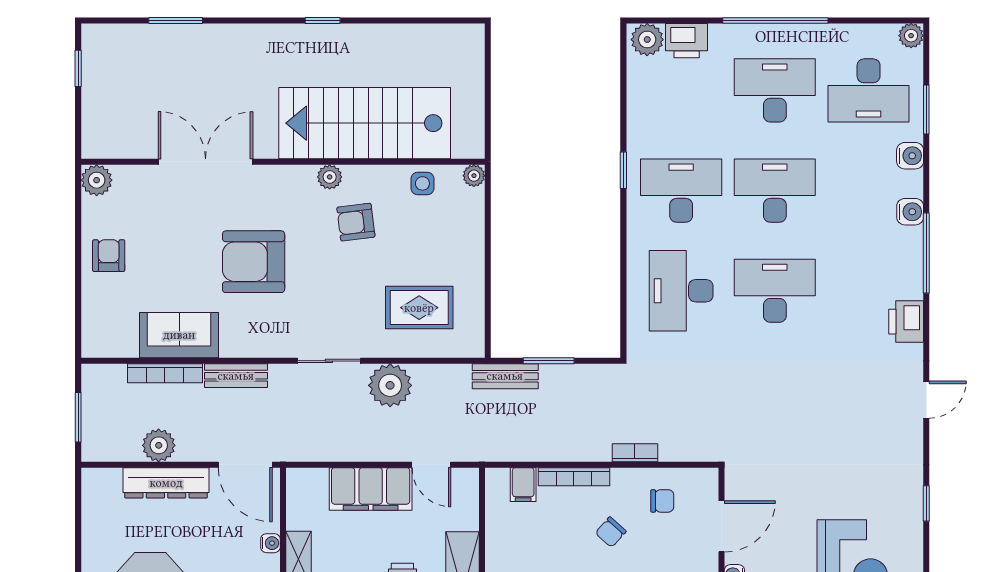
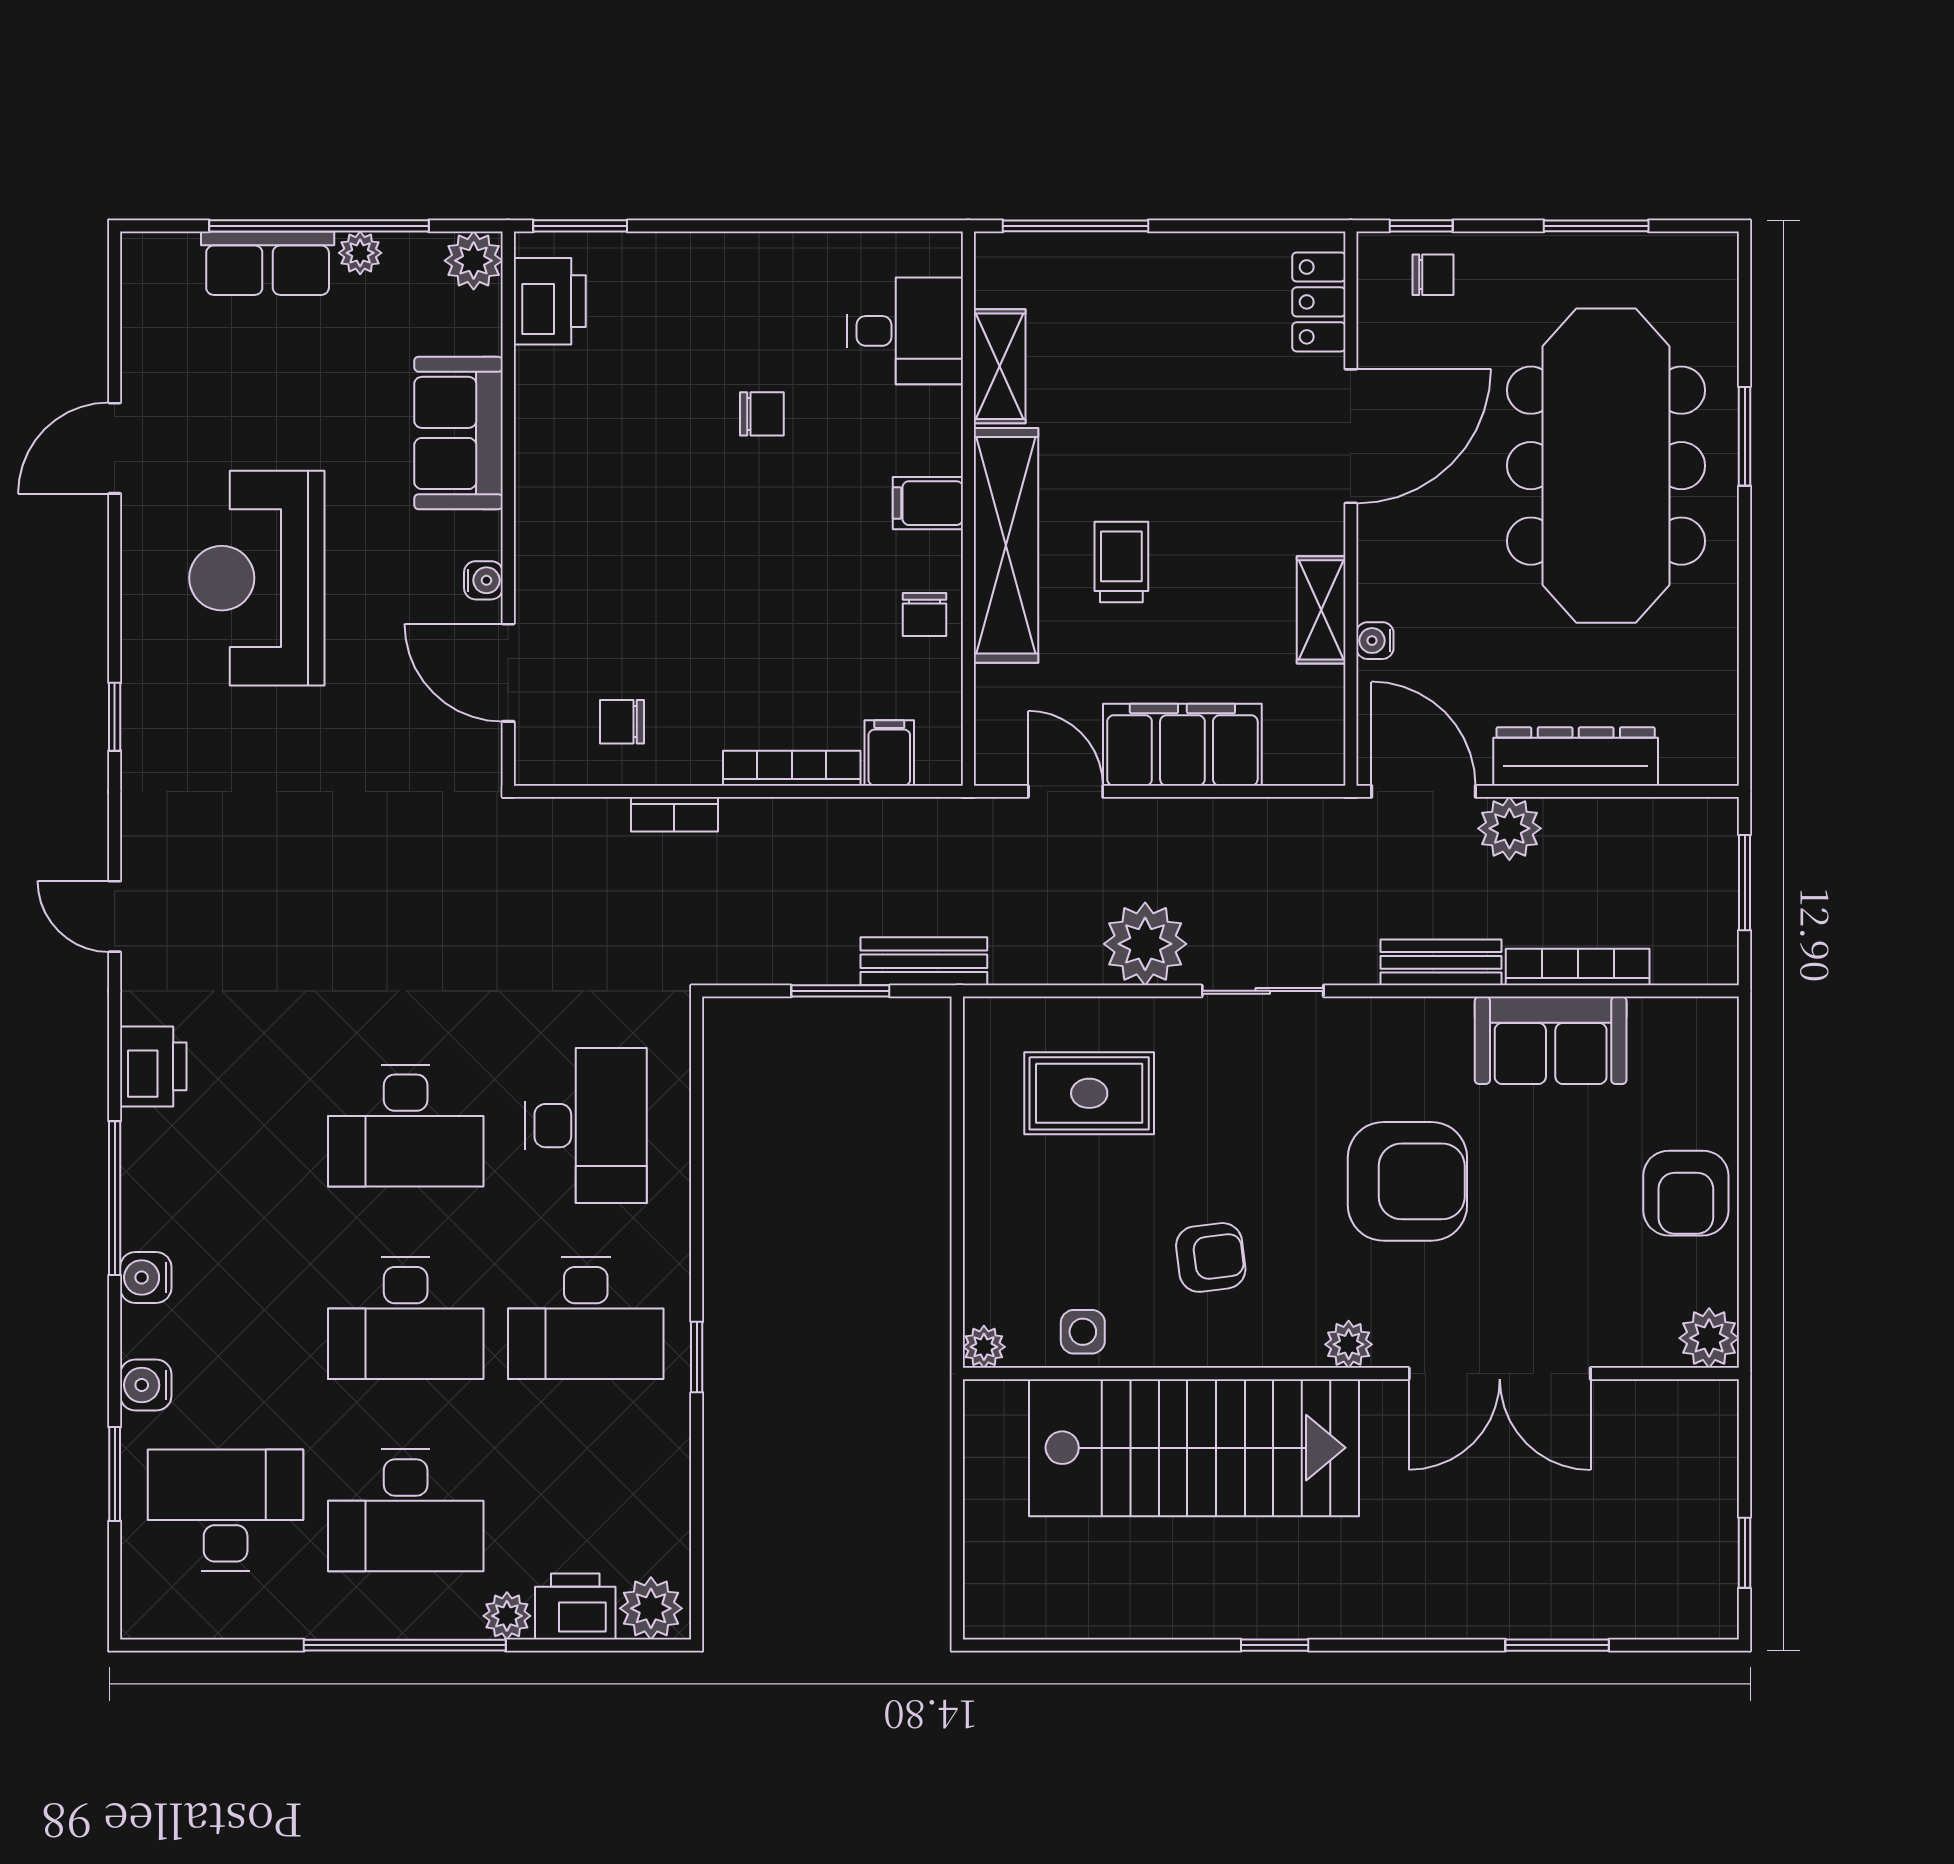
plant: (911, 36) -> (507, 1616), moved
plant: (330, 177) -> (1349, 1344), moved
armchair: (109, 256) -> (1686, 1193), width x1.38, depth x1.38
door: (926, 400) -> (115, 916), hinge flipped
plant: (159, 445) -> (1509, 828), moved
door: (721, 526) -> (508, 673), hinge flipped
chair: (611, 532) -> (925, 615), moved, turned 138

